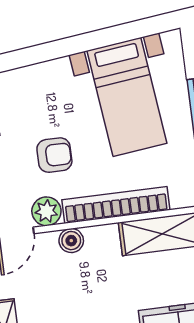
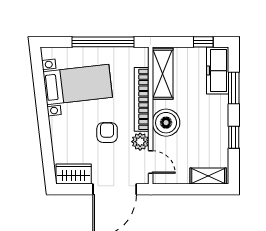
boiler: (71, 241) -> (166, 123), width x1.86, depth x1.86

